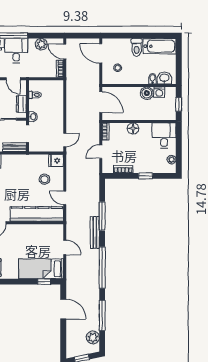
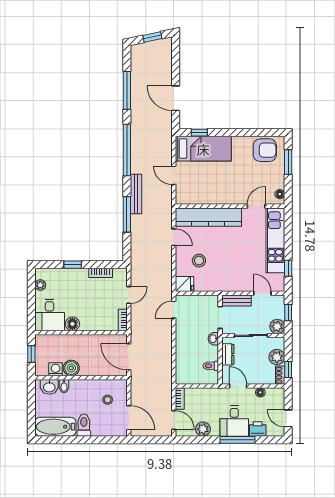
floor lamp: (133, 128) -> (72, 324), moved
plant: (93, 337) -> (139, 63), removed

